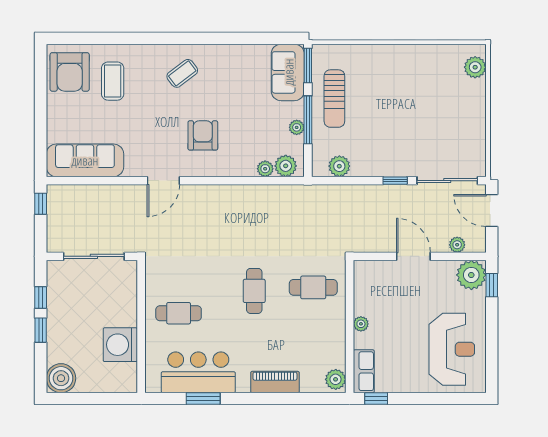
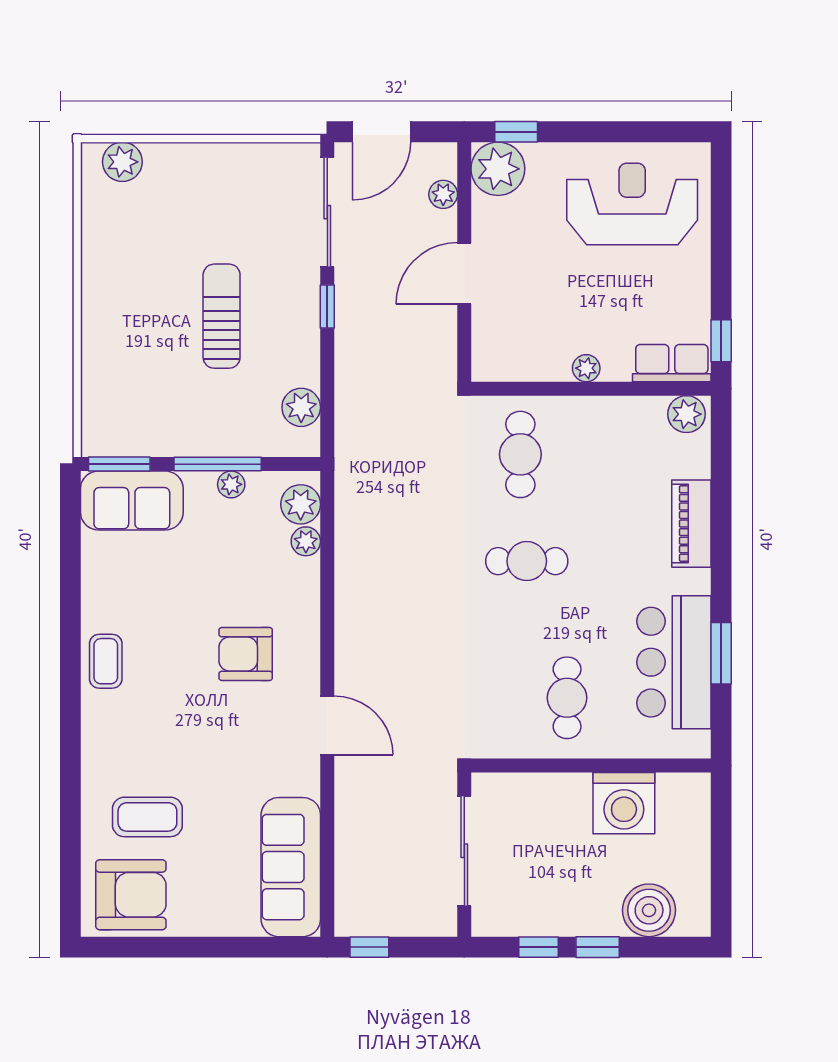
coffee table: (182, 73) -> (106, 661), moved, turned 37
sun lounger: (334, 99) -> (222, 316), moved, turned -90
boiler: (61, 378) -> (649, 910), moved

